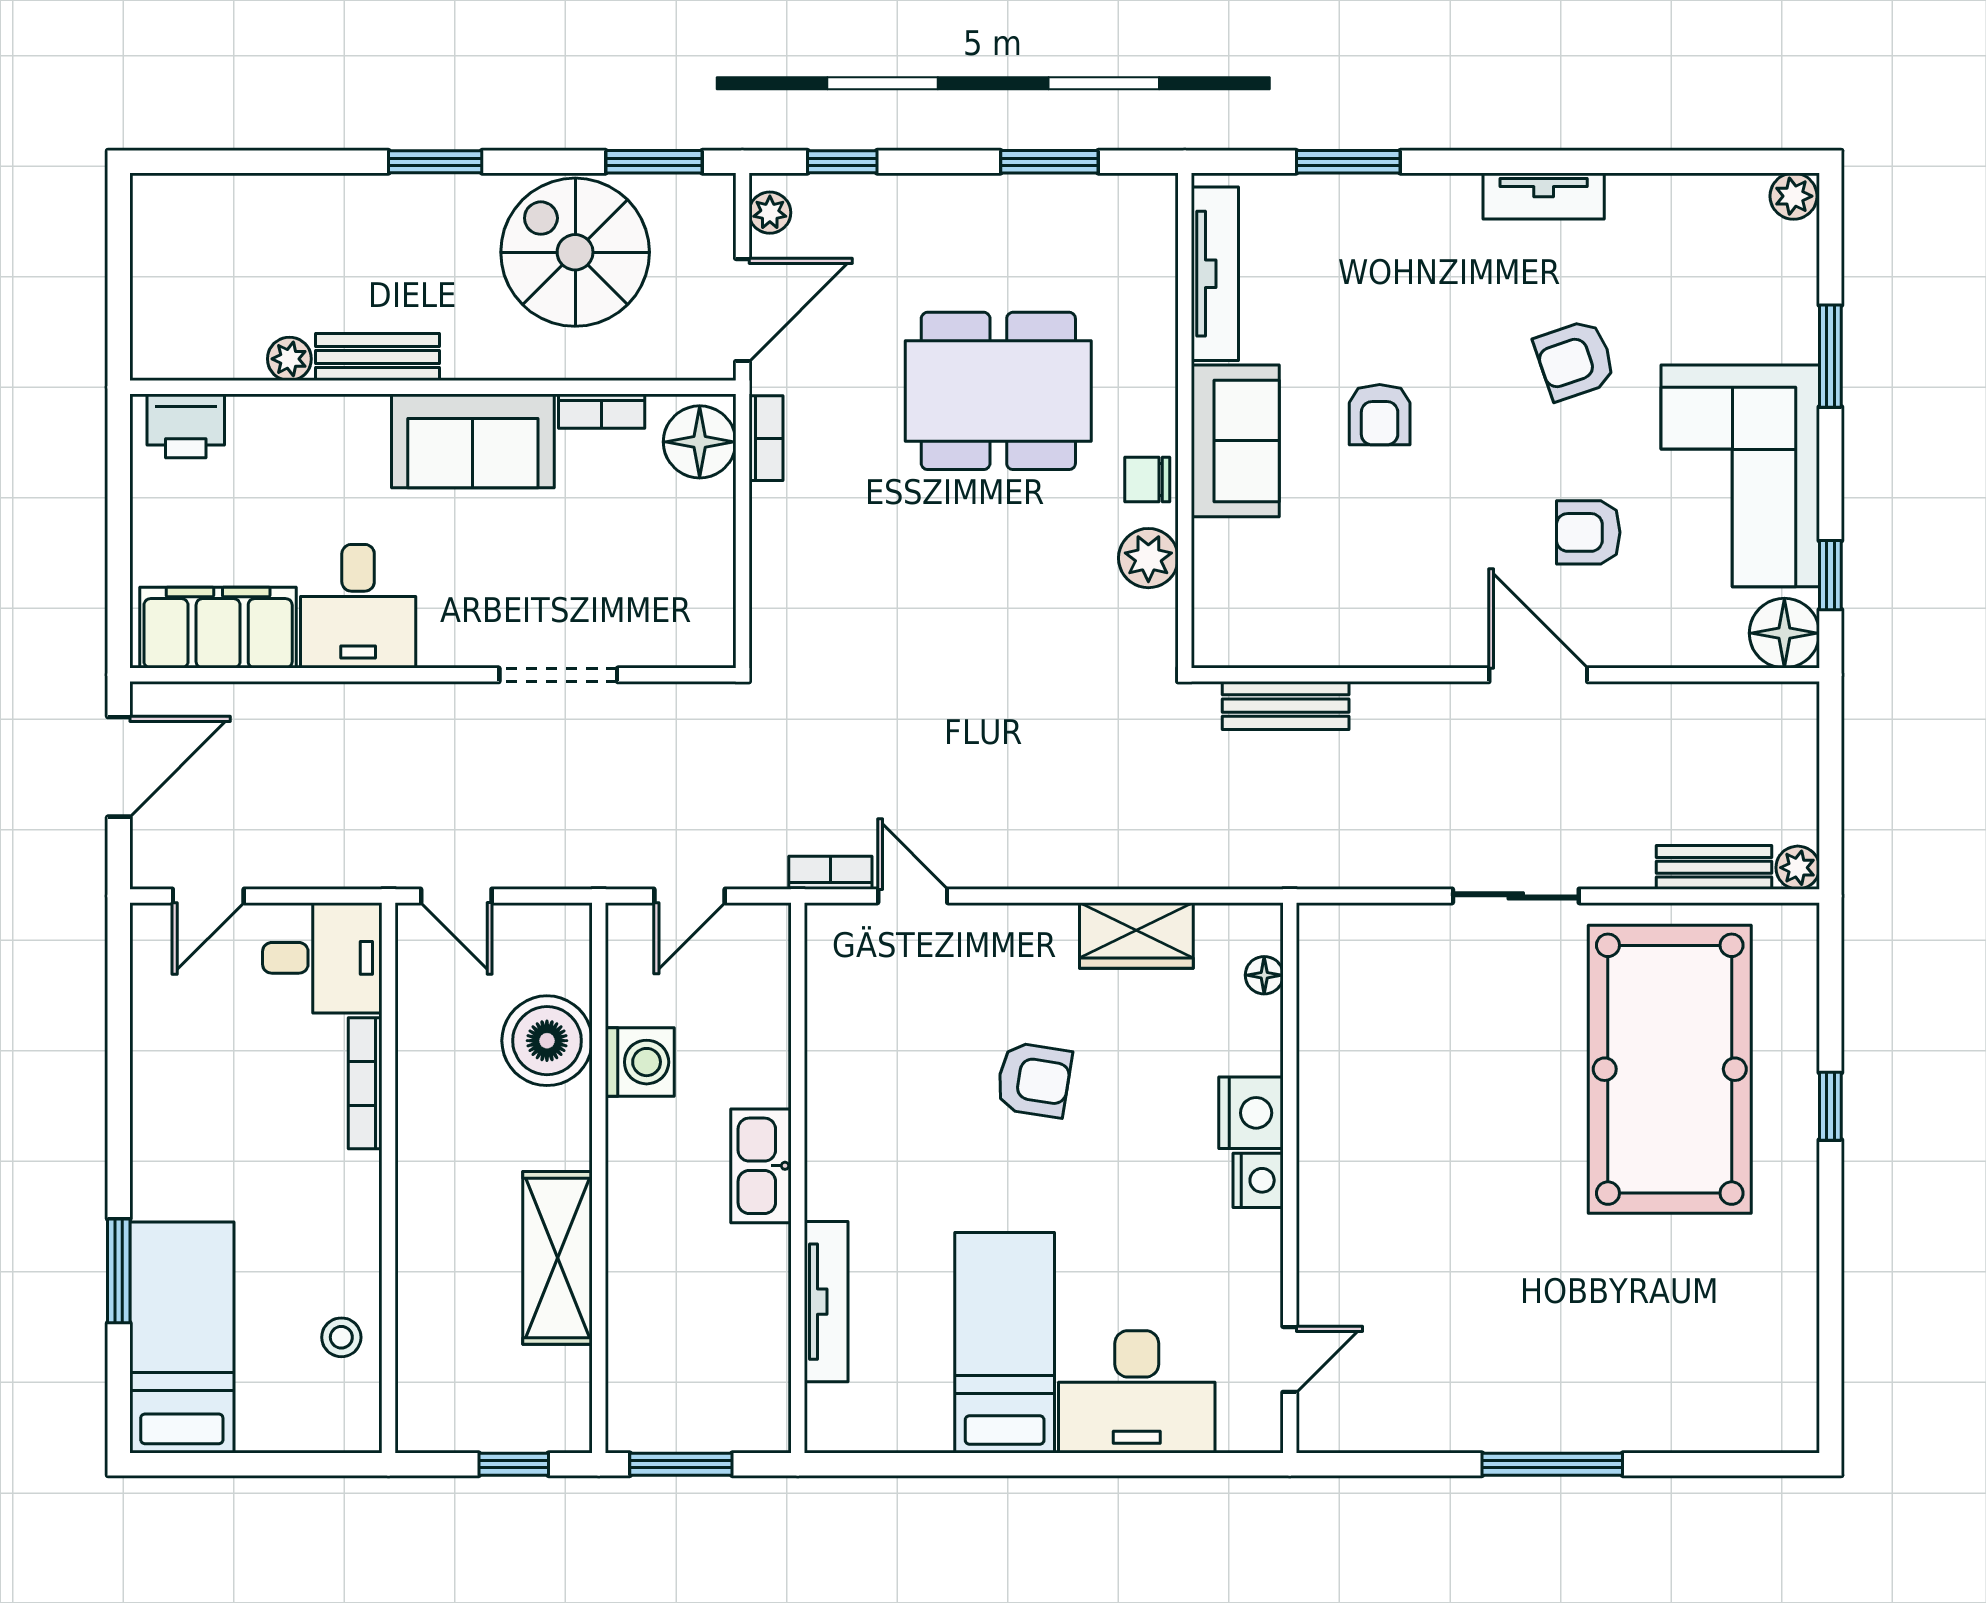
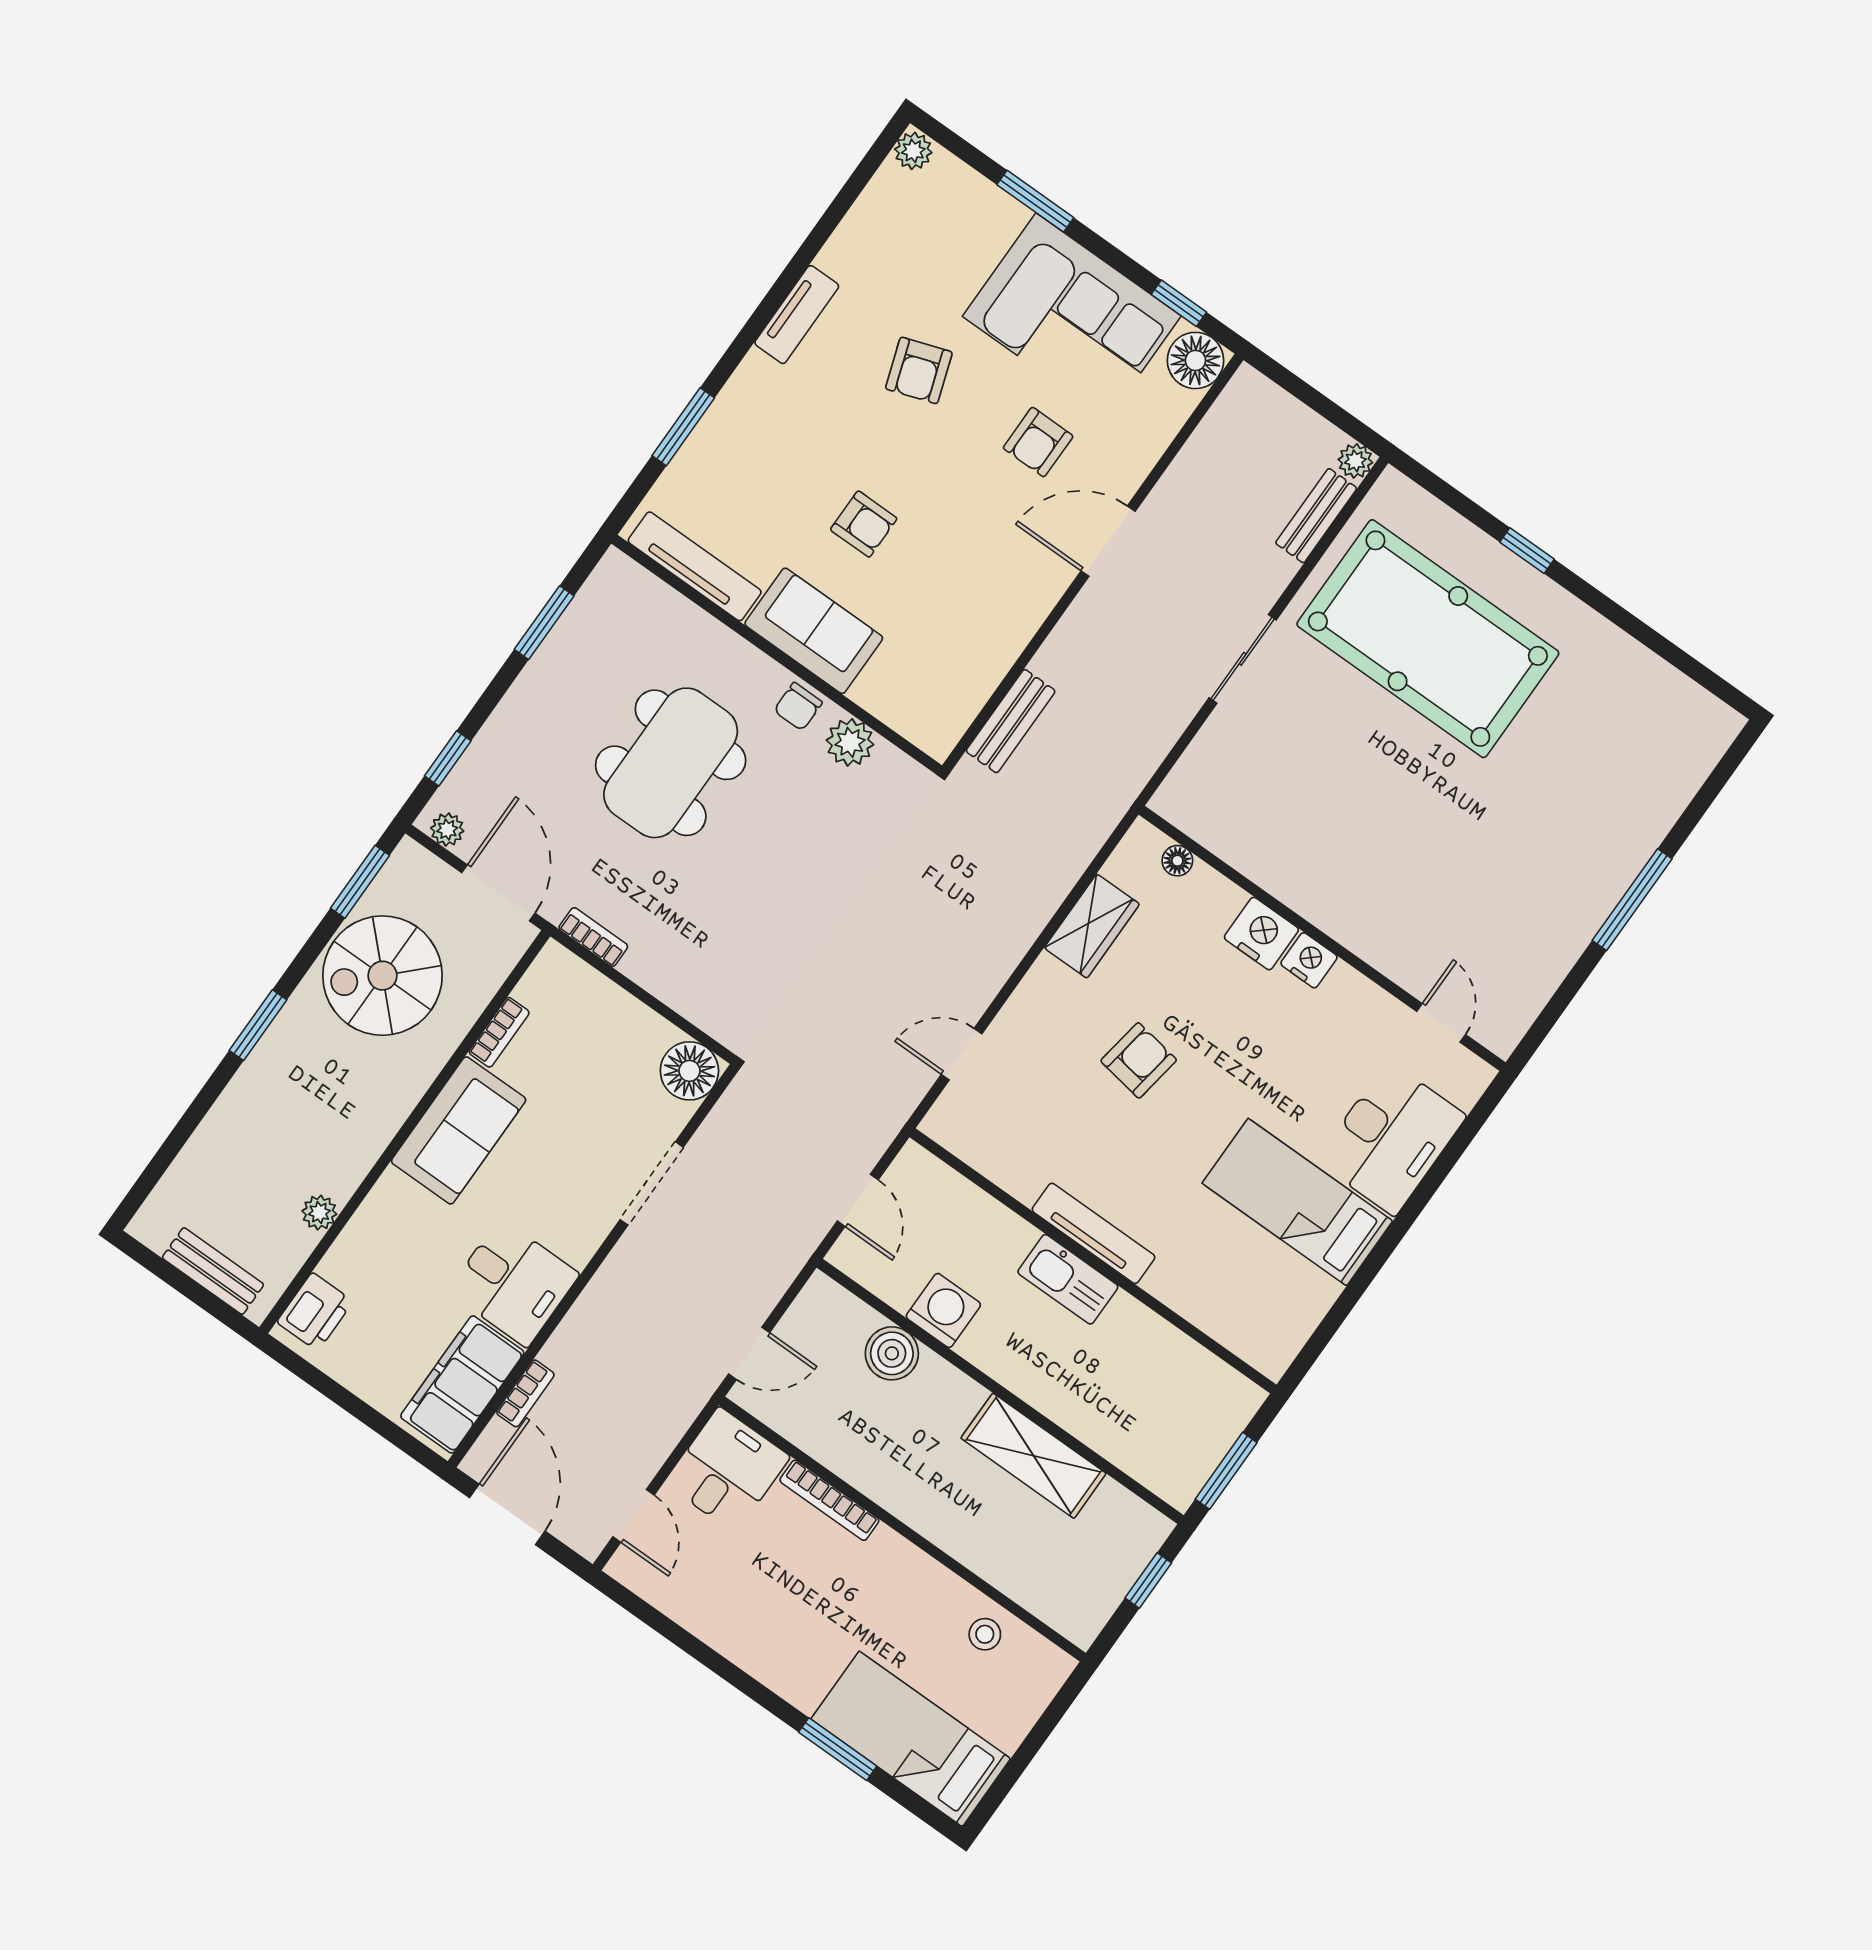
bench: (377, 357) -> (213, 1271), moved, turned 90
floor lamp: (700, 442) -> (689, 1071), moved
bookcase: (830, 873) -> (525, 1393), moved, turned 180
boiler: (547, 1041) -> (892, 1353), width x0.73, depth x0.73
tv unit: (826, 1302) -> (1094, 1233), moved

